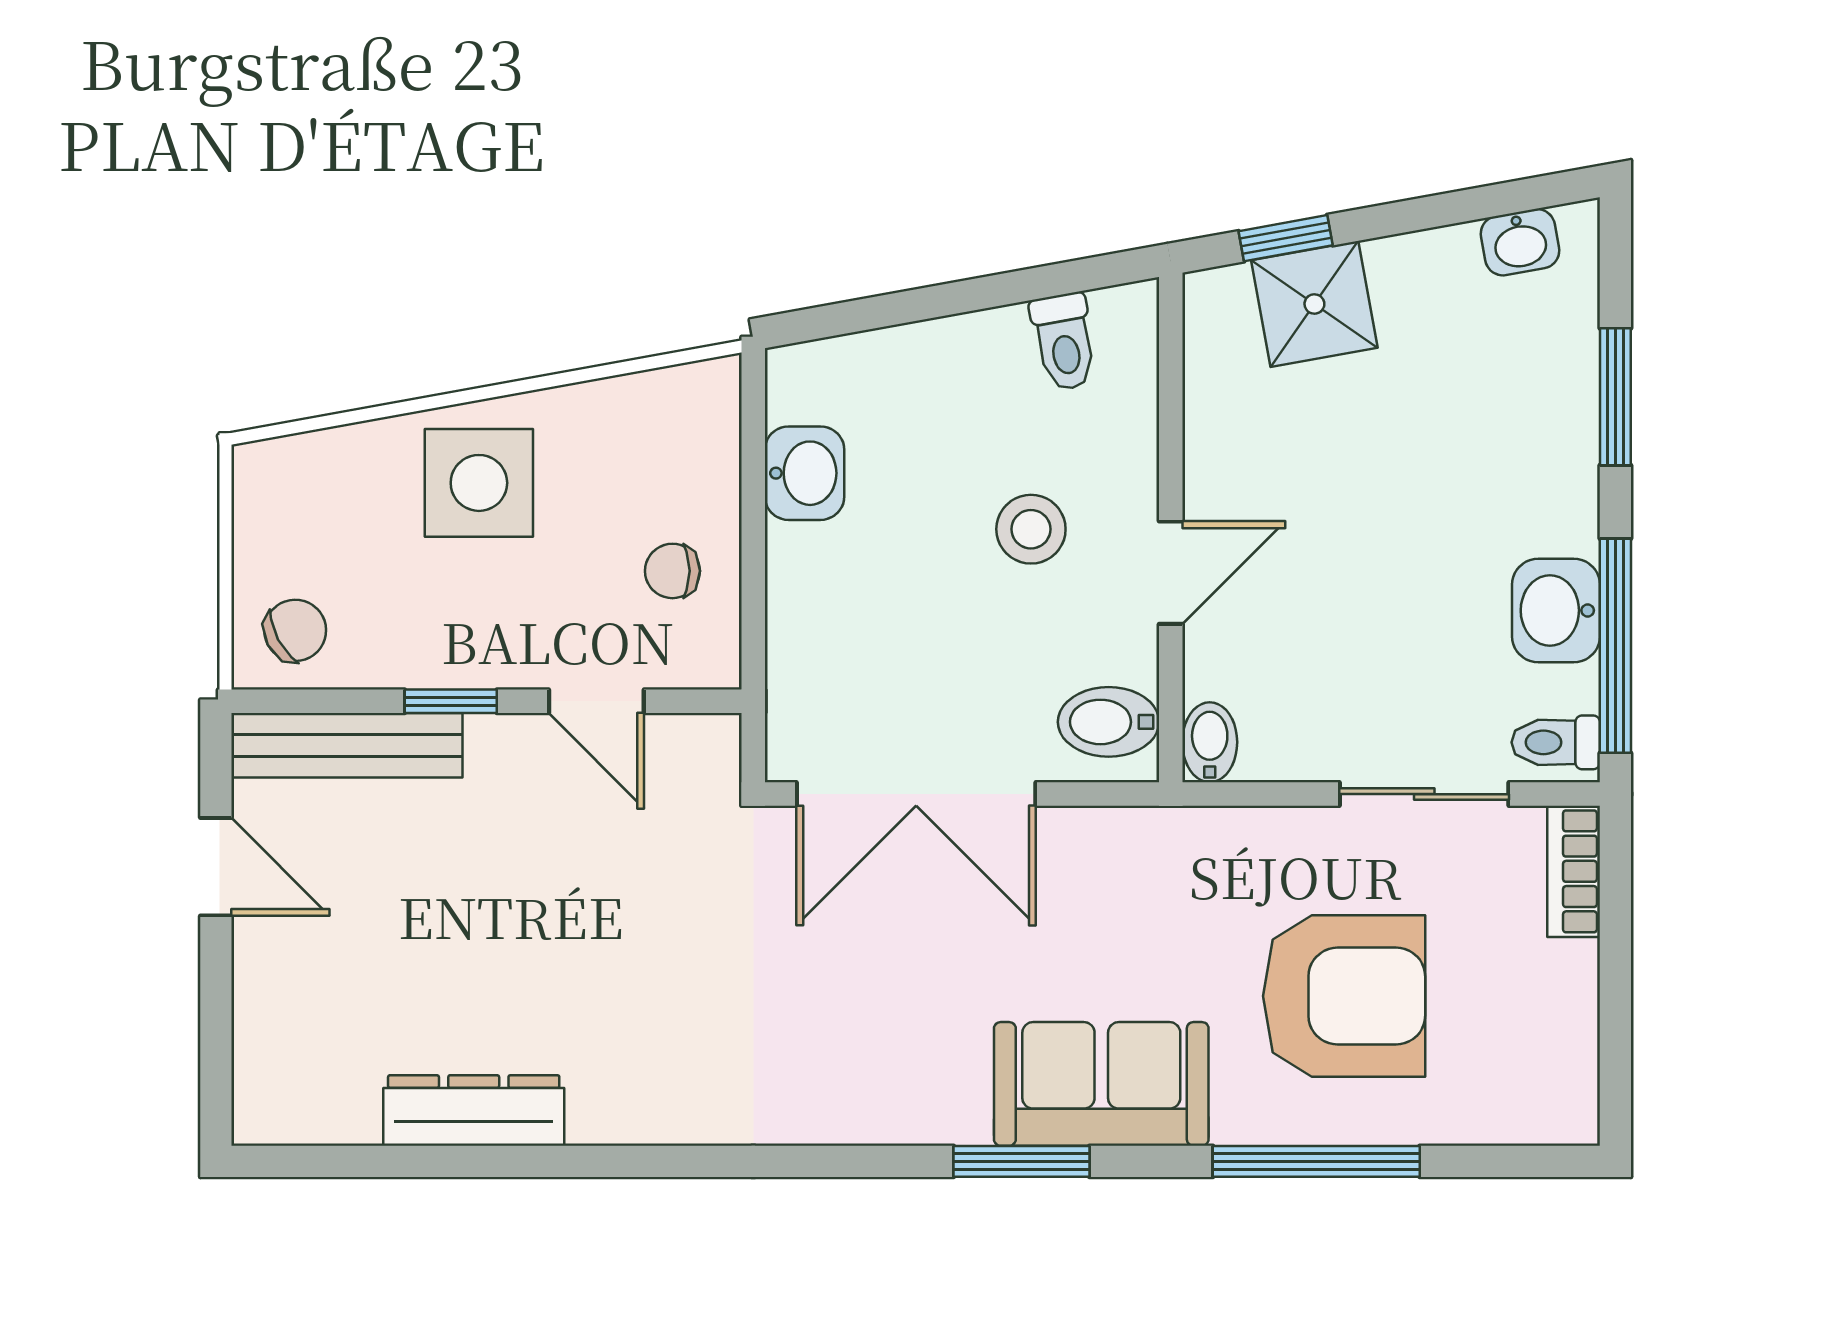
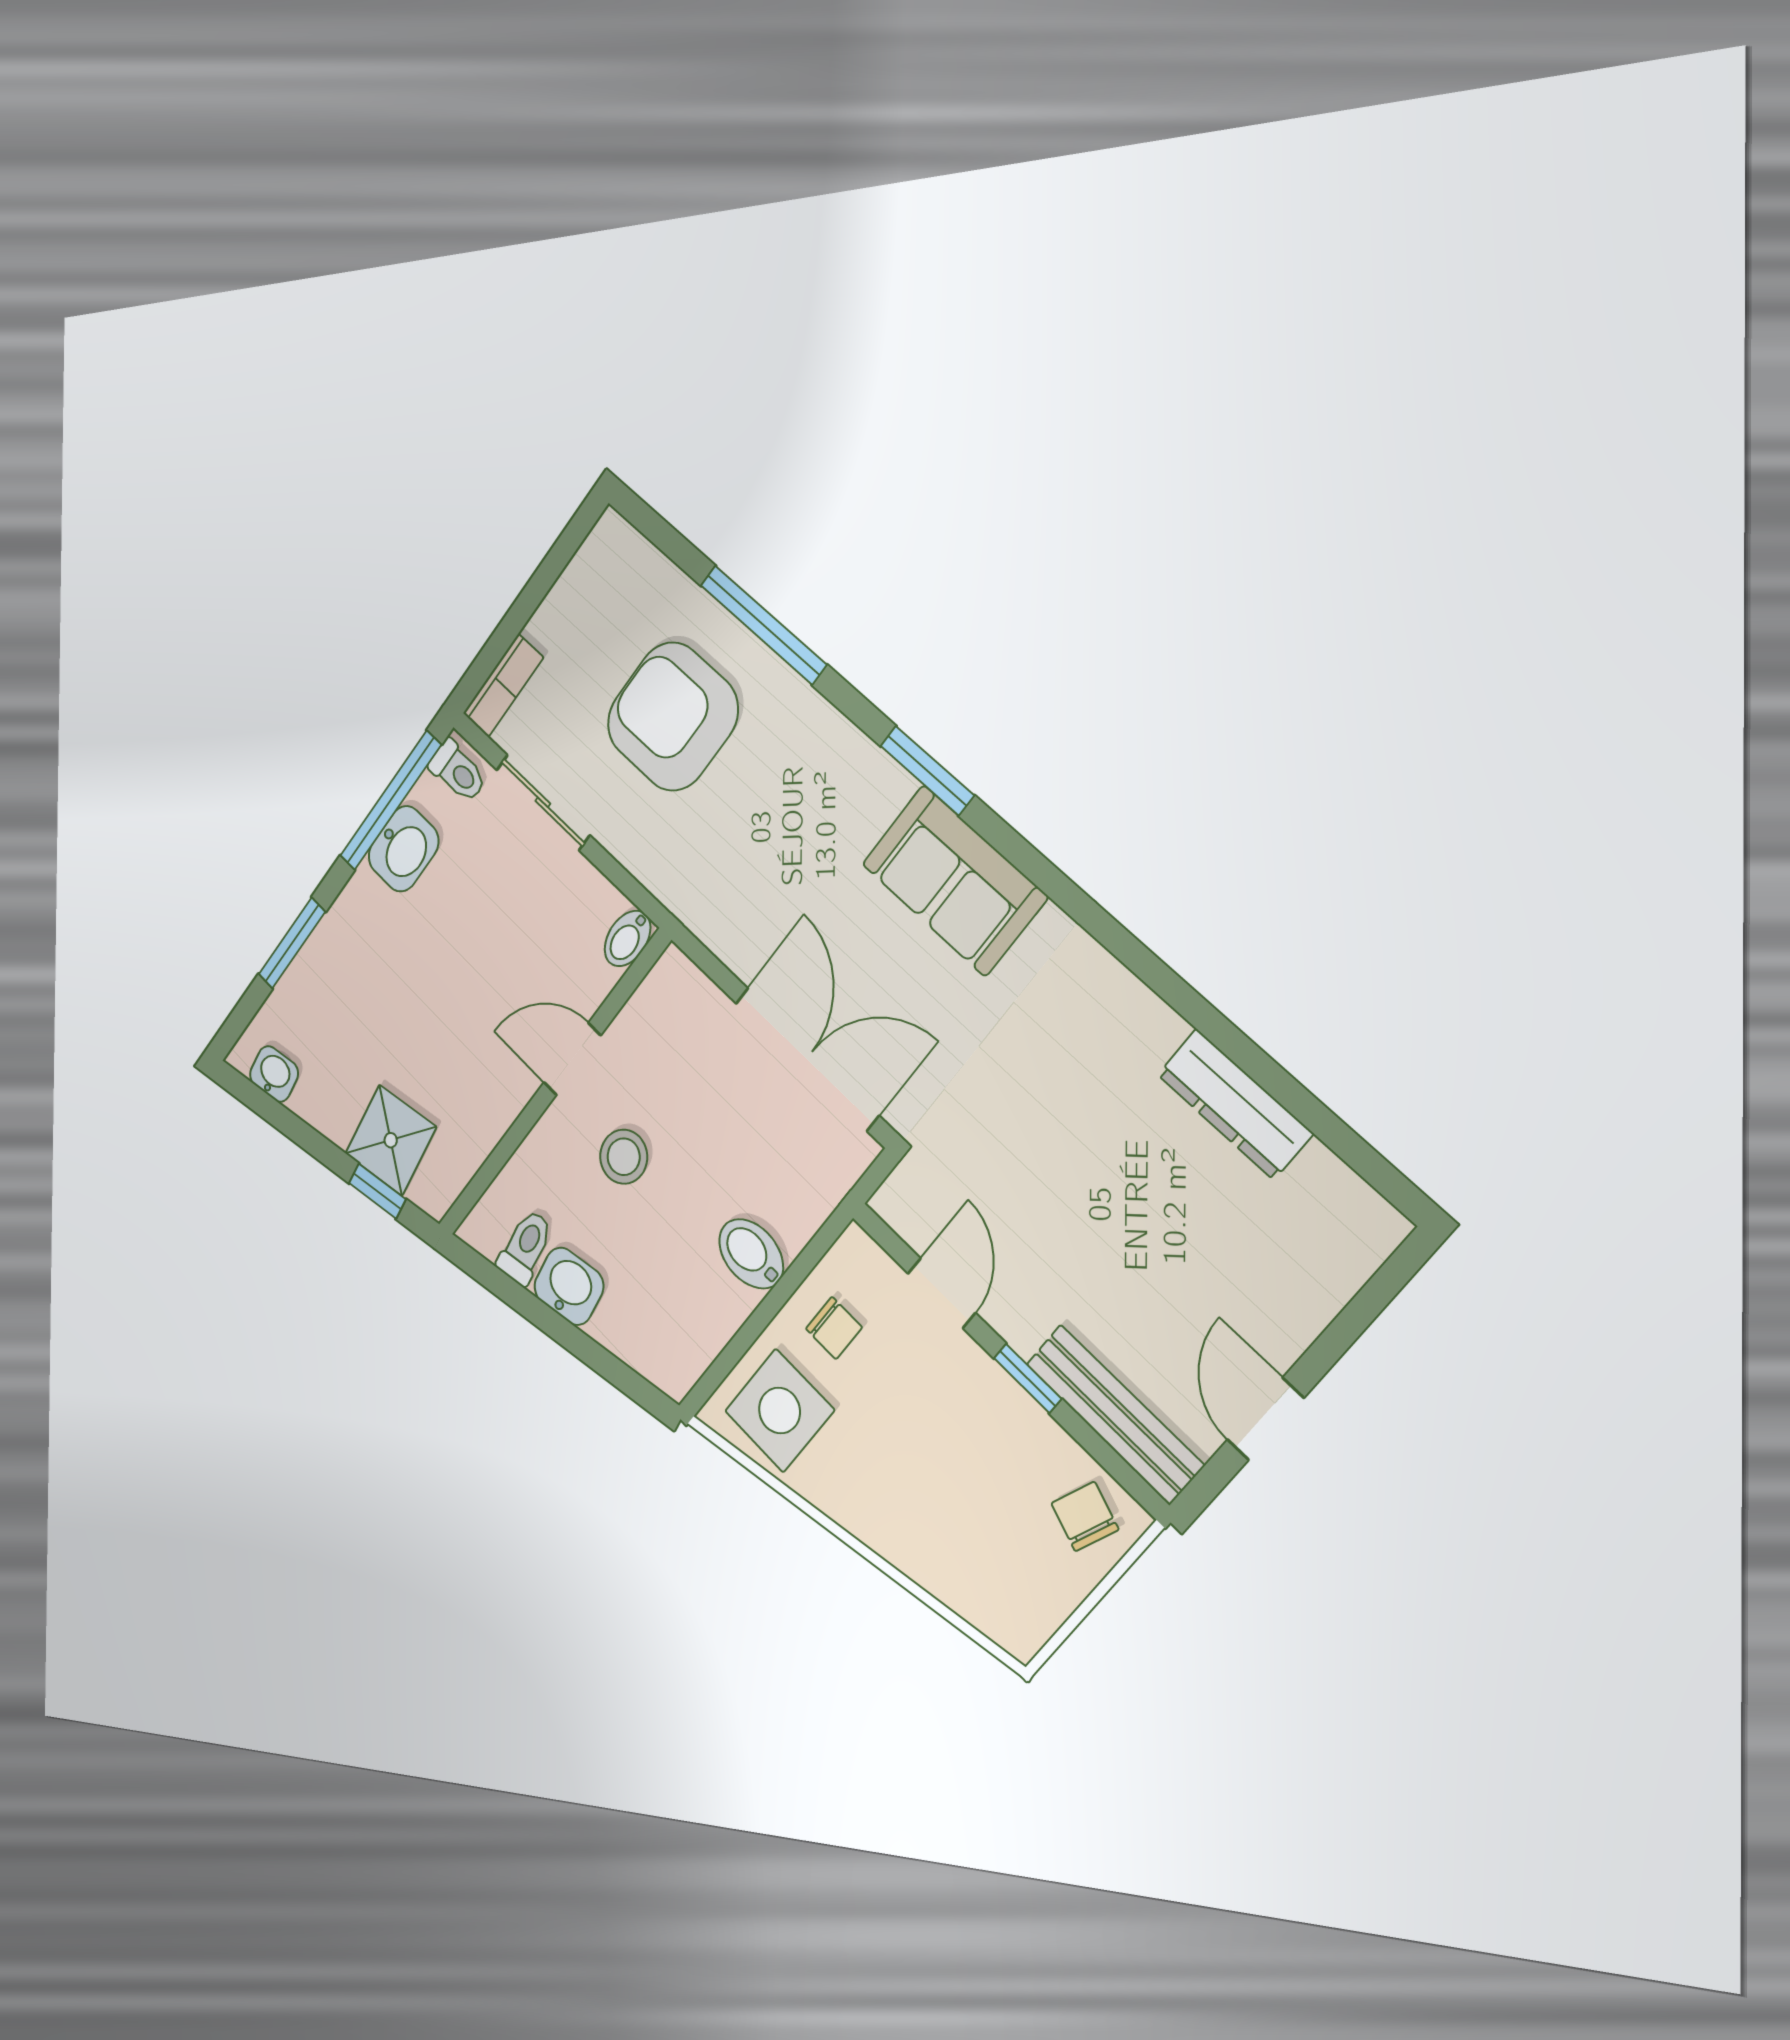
washbasin: (805, 473) -> (569, 1286), moved, turned 80
side table: (479, 483) -> (780, 1410), moved
chair: (295, 630) -> (1085, 1516), turned 48
bidet: (1109, 722) -> (751, 1254), moved, turned 180
sofa: (1101, 1084) -> (954, 880), moved

